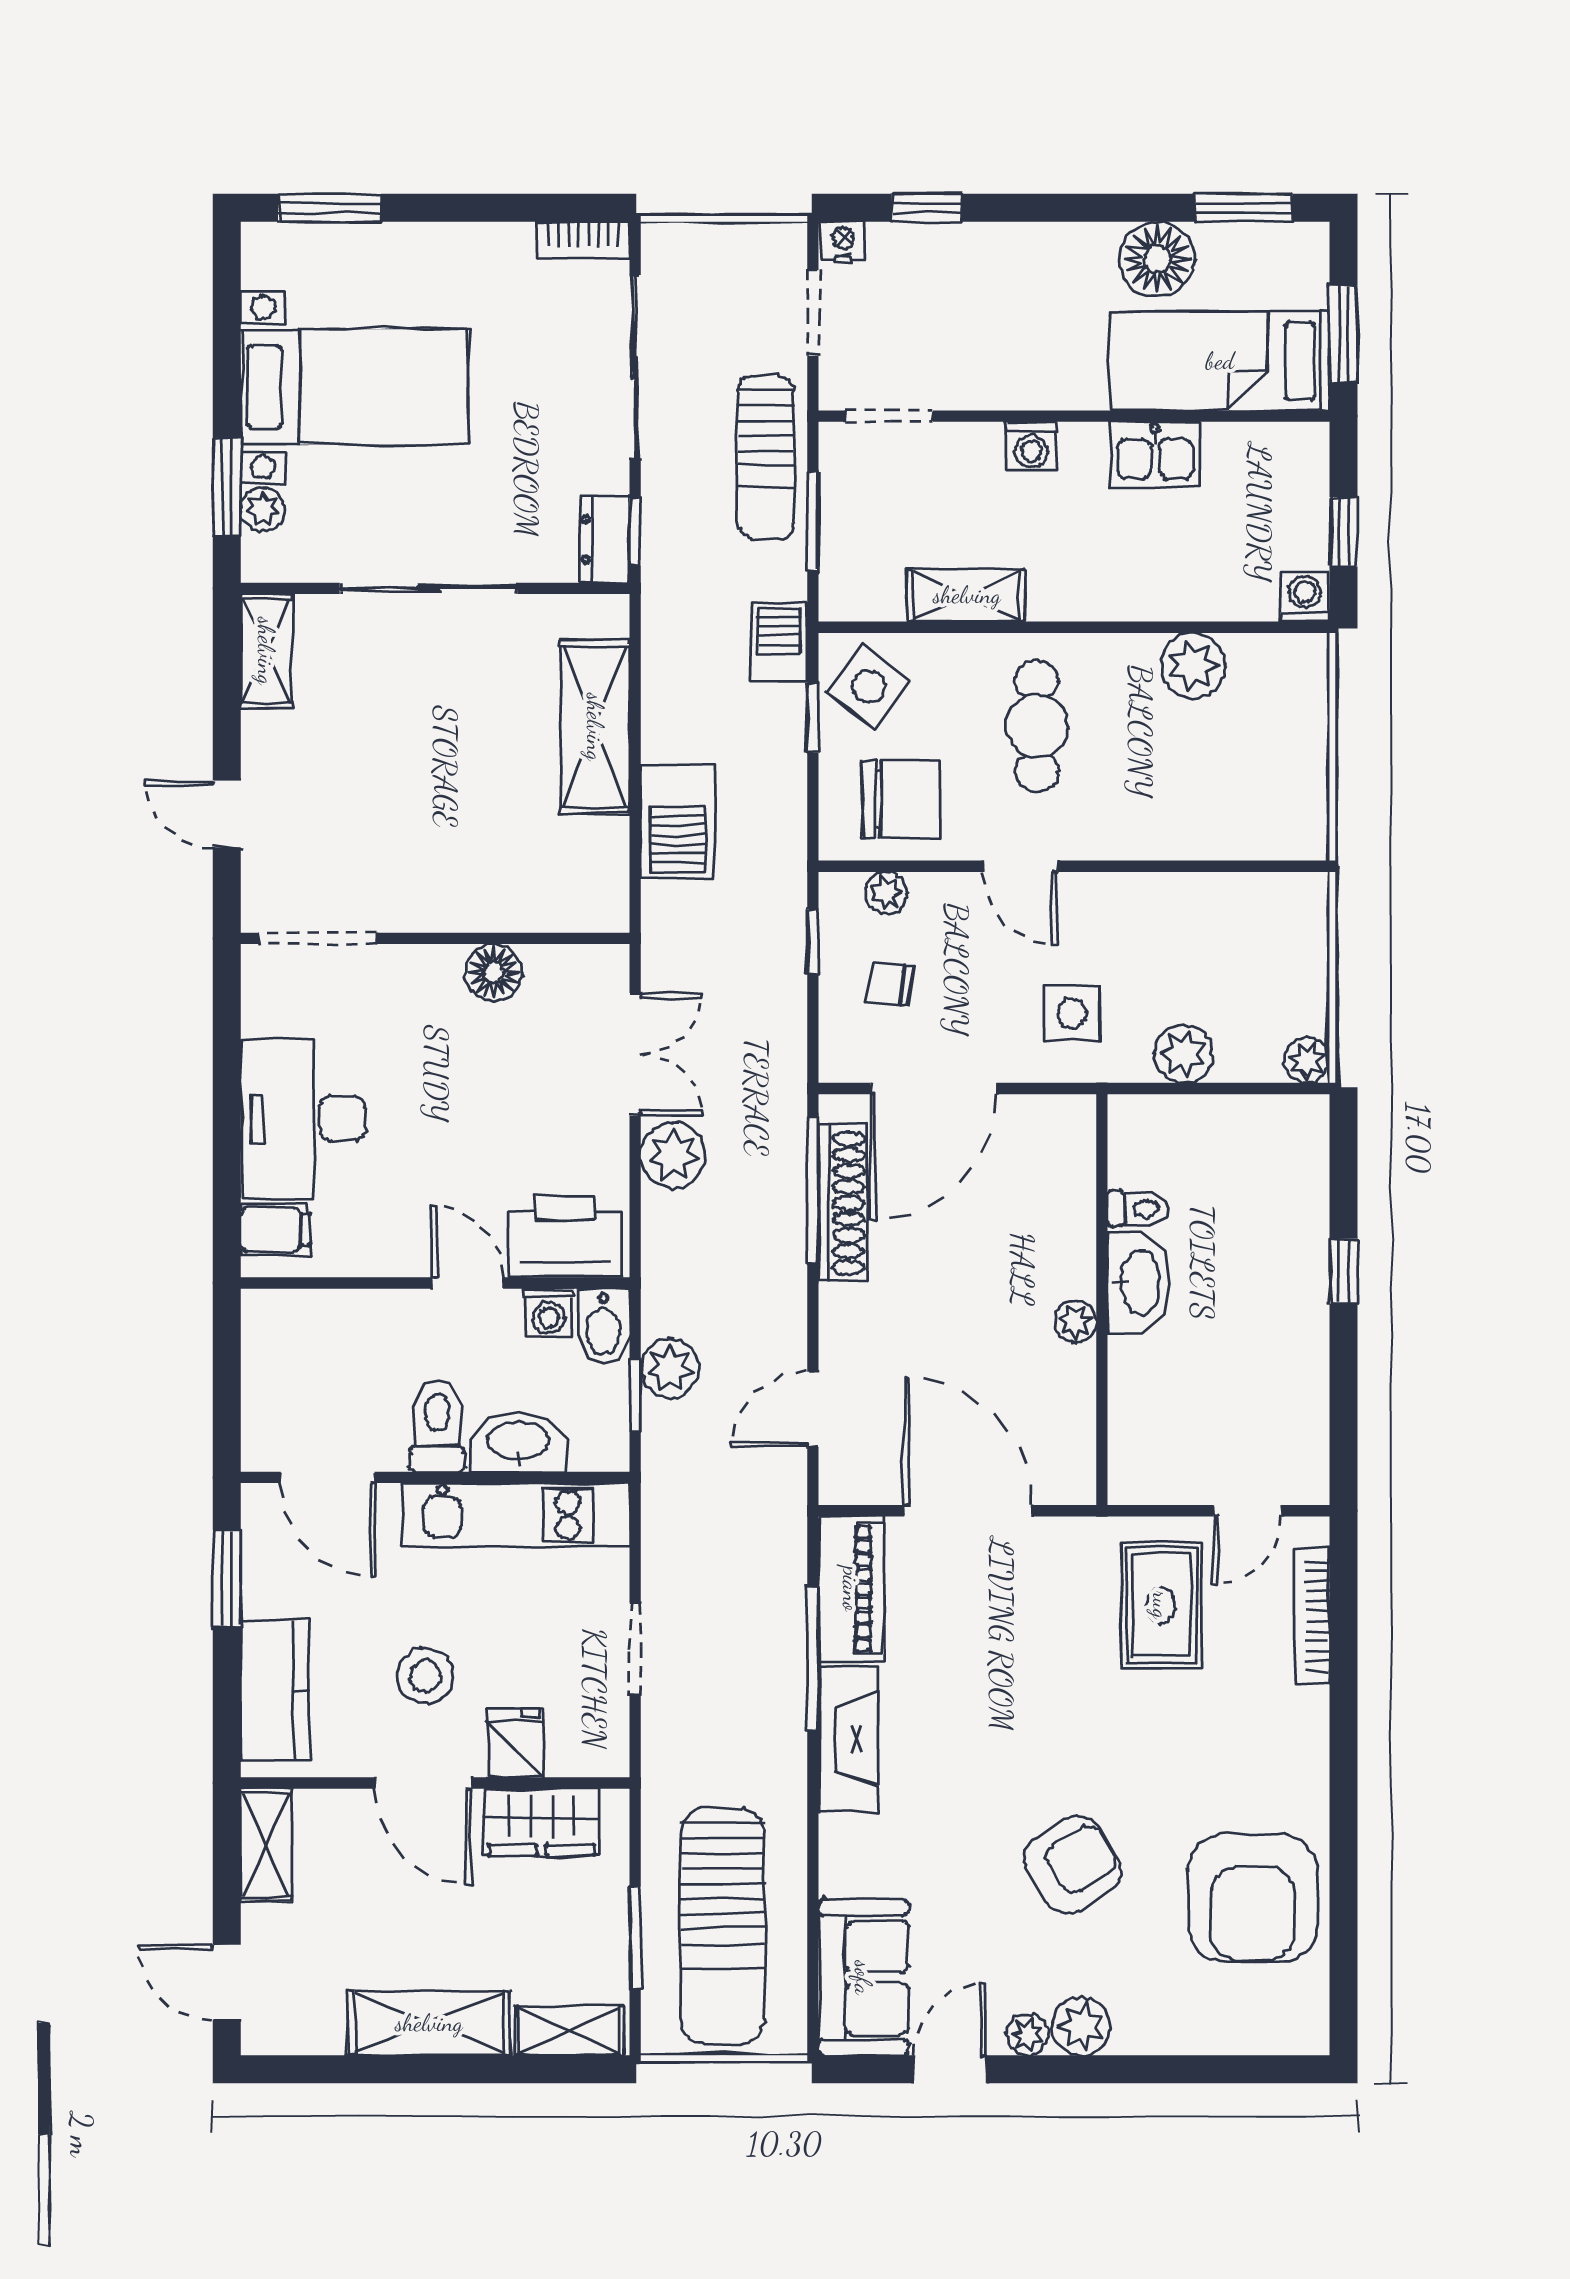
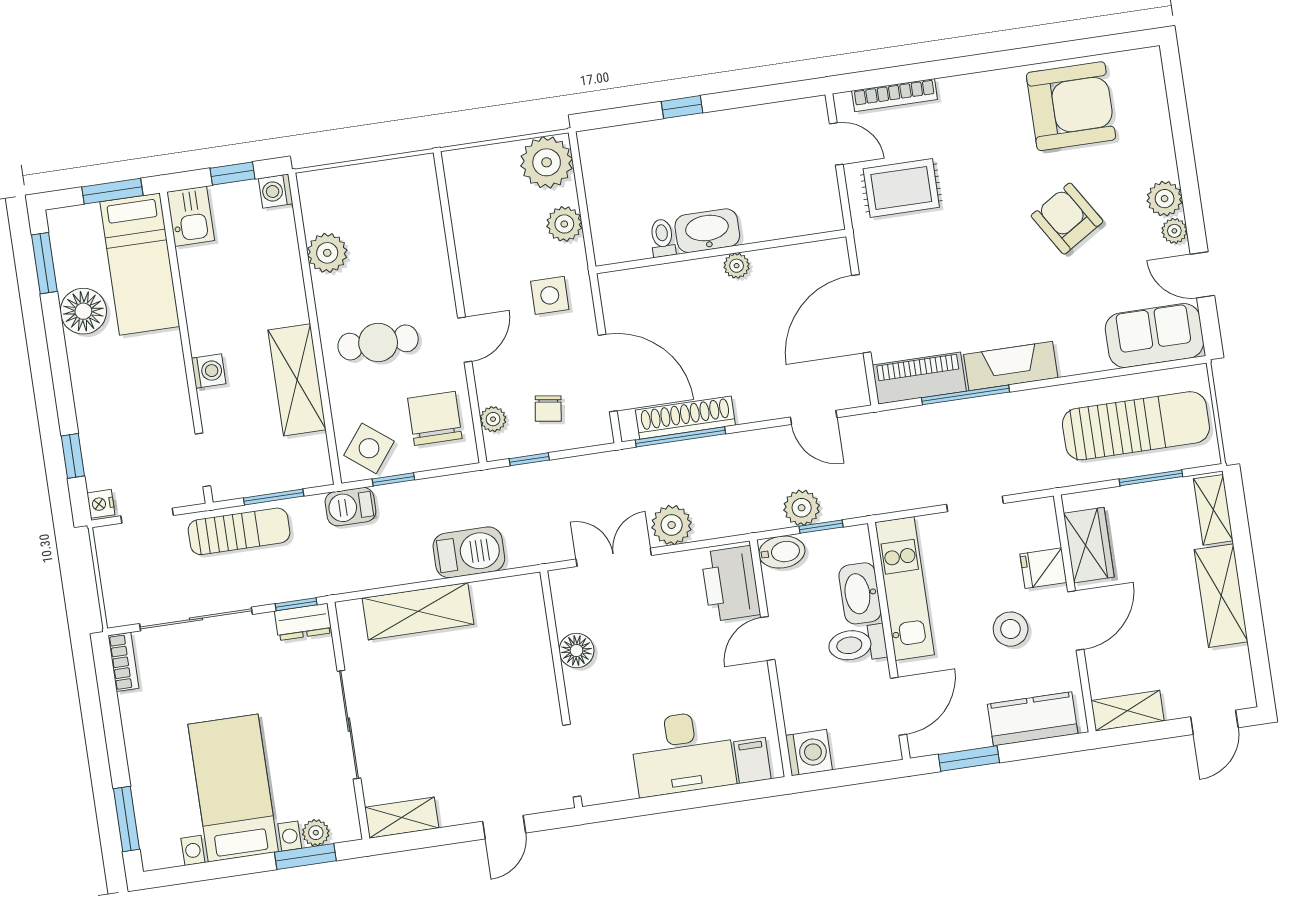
kitchen sink: (1155, 454) -> (191, 216), moved
shelving: (967, 595) -> (297, 380), width x1.50, depth x1.33
plant: (1307, 1060) -> (547, 162), width x1.88, depth x1.88
washing machine: (549, 1313) -> (809, 753), moved, width x1.38, depth x1.38

